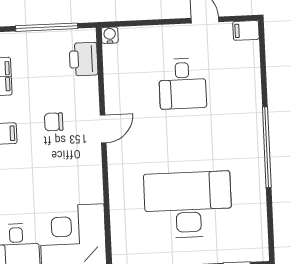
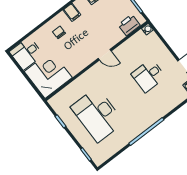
chair: (54, 122) -> (59, 32), moved
desk: (188, 205) -> (97, 115), turned 180

